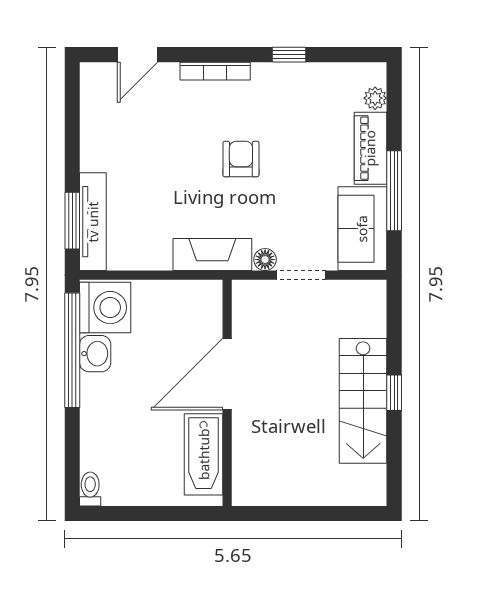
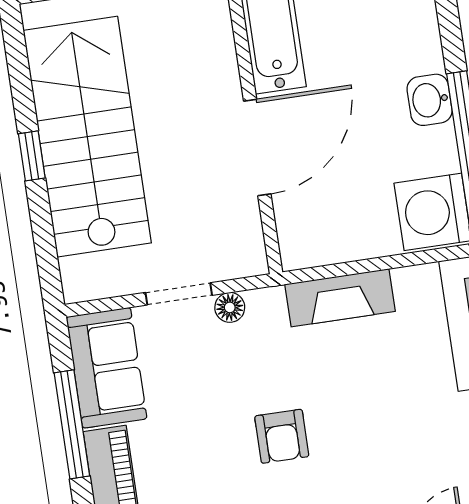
fireplace: (212, 255) -> (340, 298), moved
washbasin: (95, 354) -> (430, 100), moved
stairs: (363, 401) -> (87, 137), width x1.36, depth x1.51

